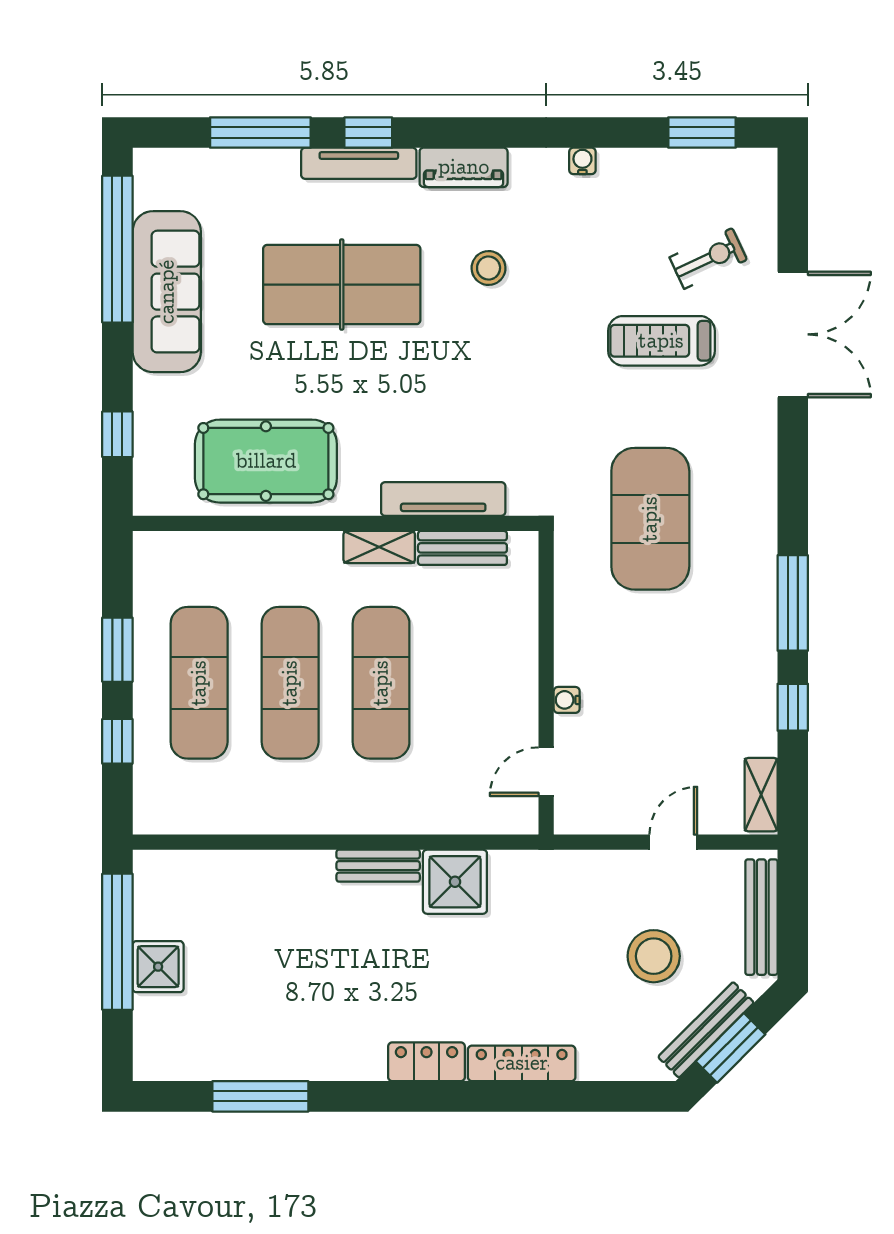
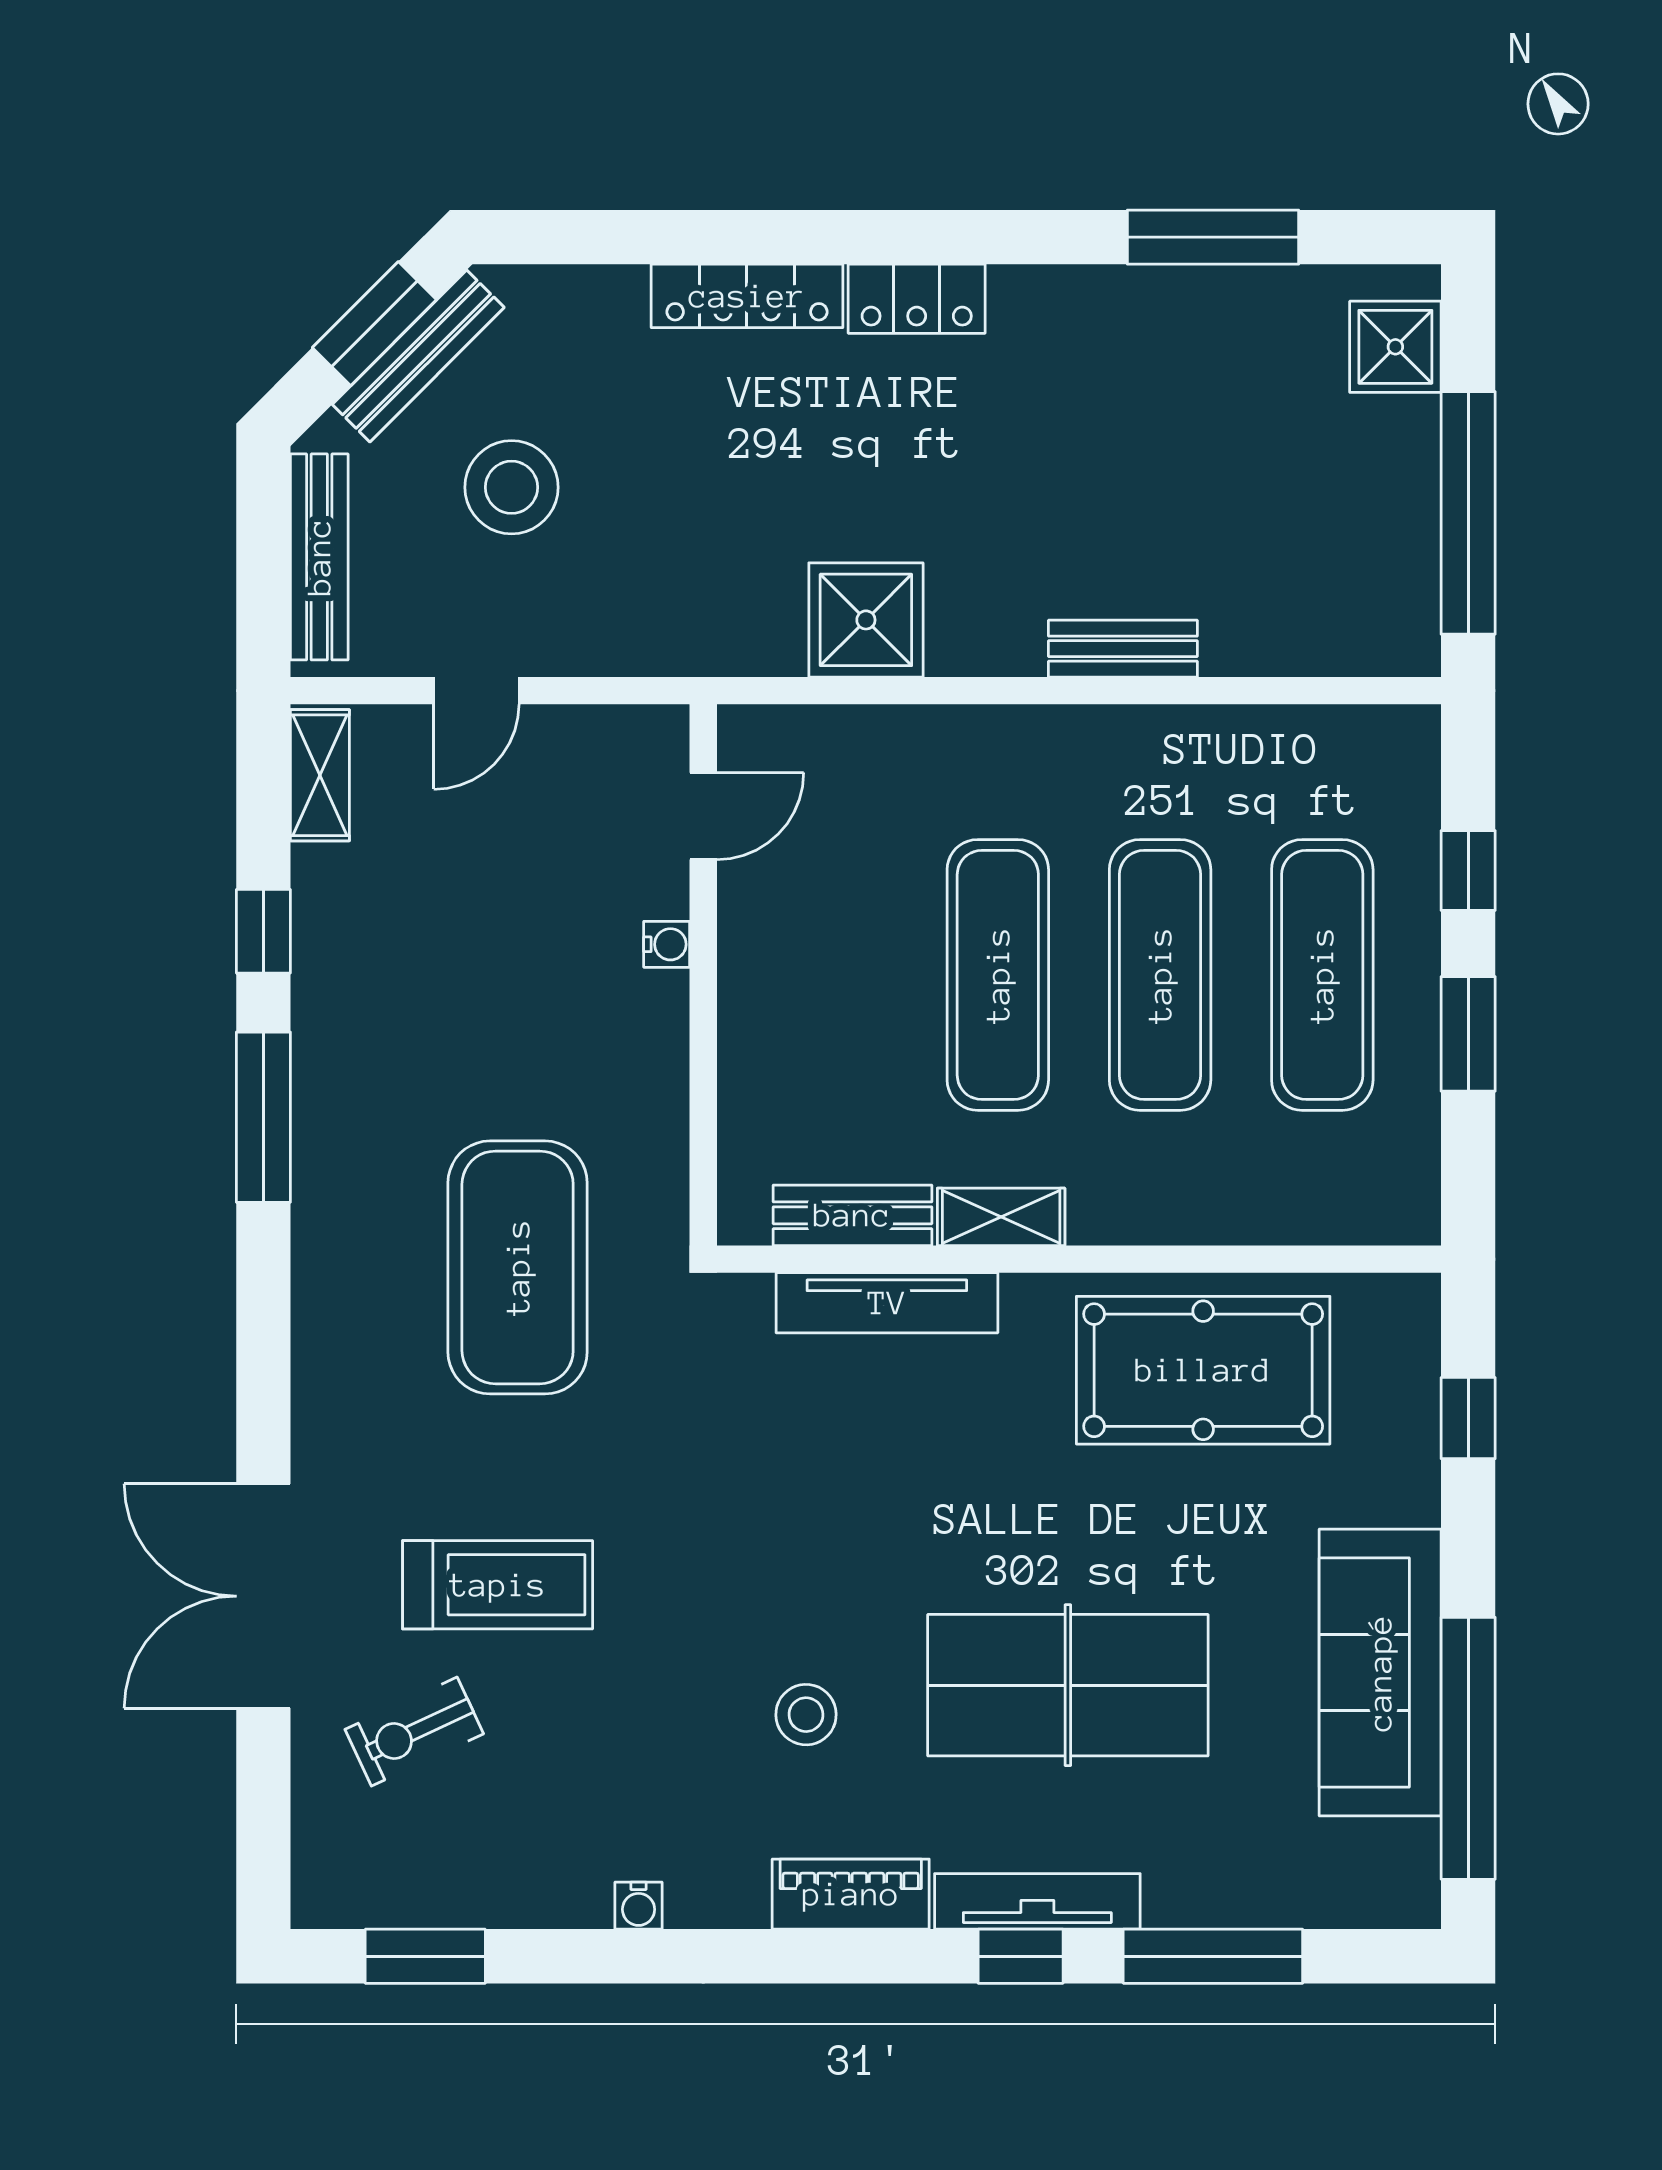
bench: (378, 866) -> (1123, 649), moved
shower: (158, 967) -> (1395, 347), moved

